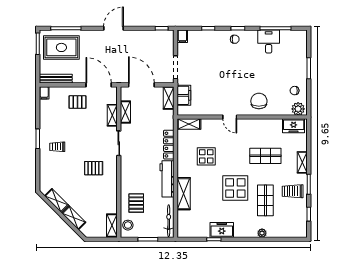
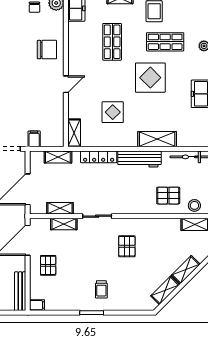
filing cabinet: (184, 95) -> (34, 139), width x0.50
shelving: (169, 98) -> (58, 157), moved
chair: (259, 101) -> (47, 50), turned 180

